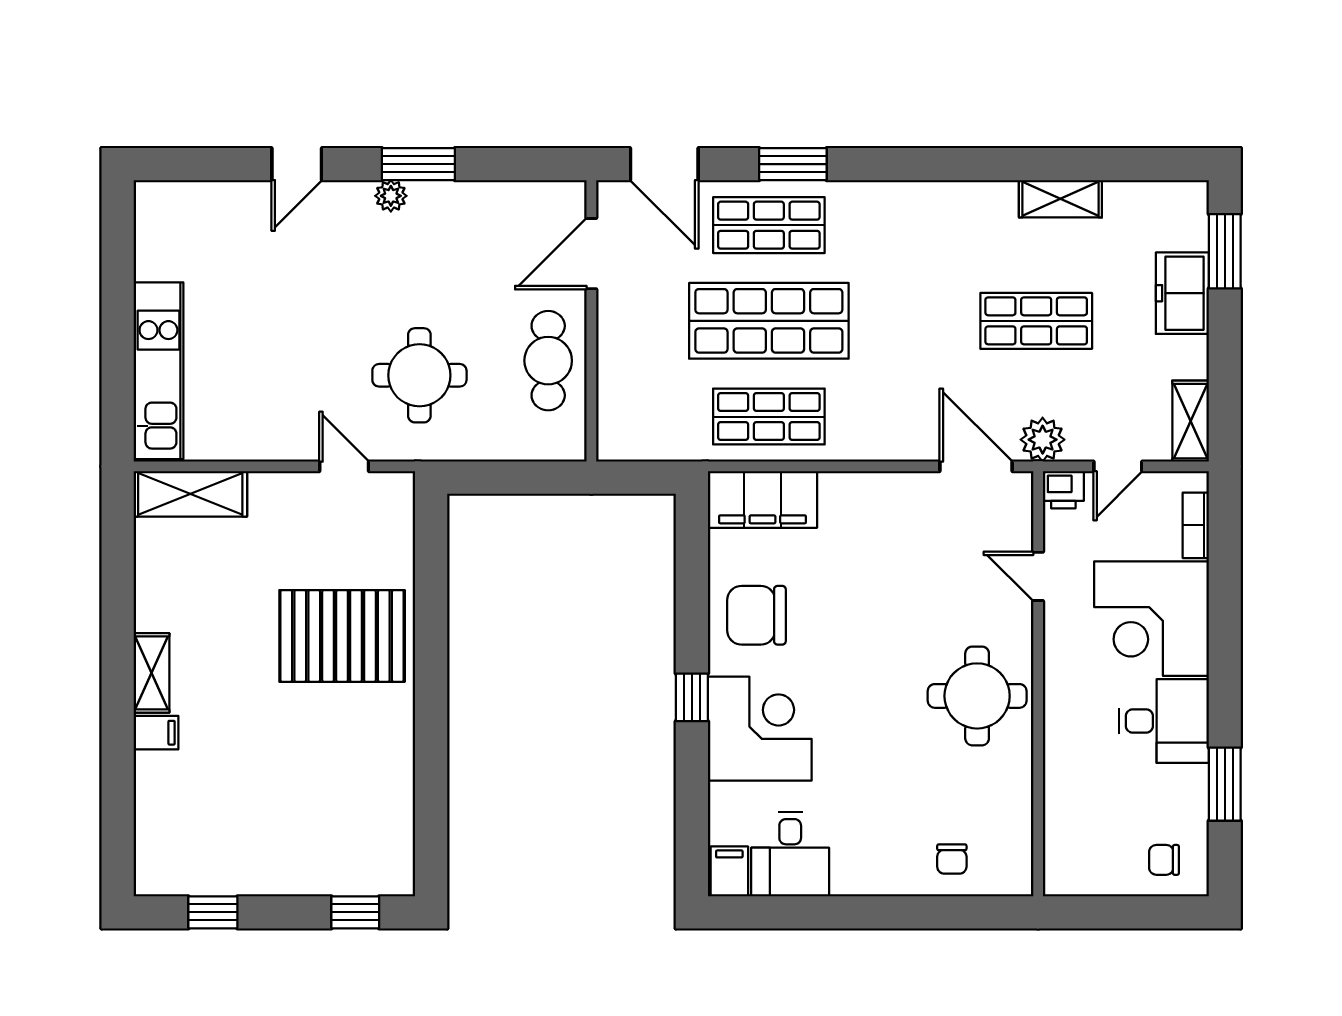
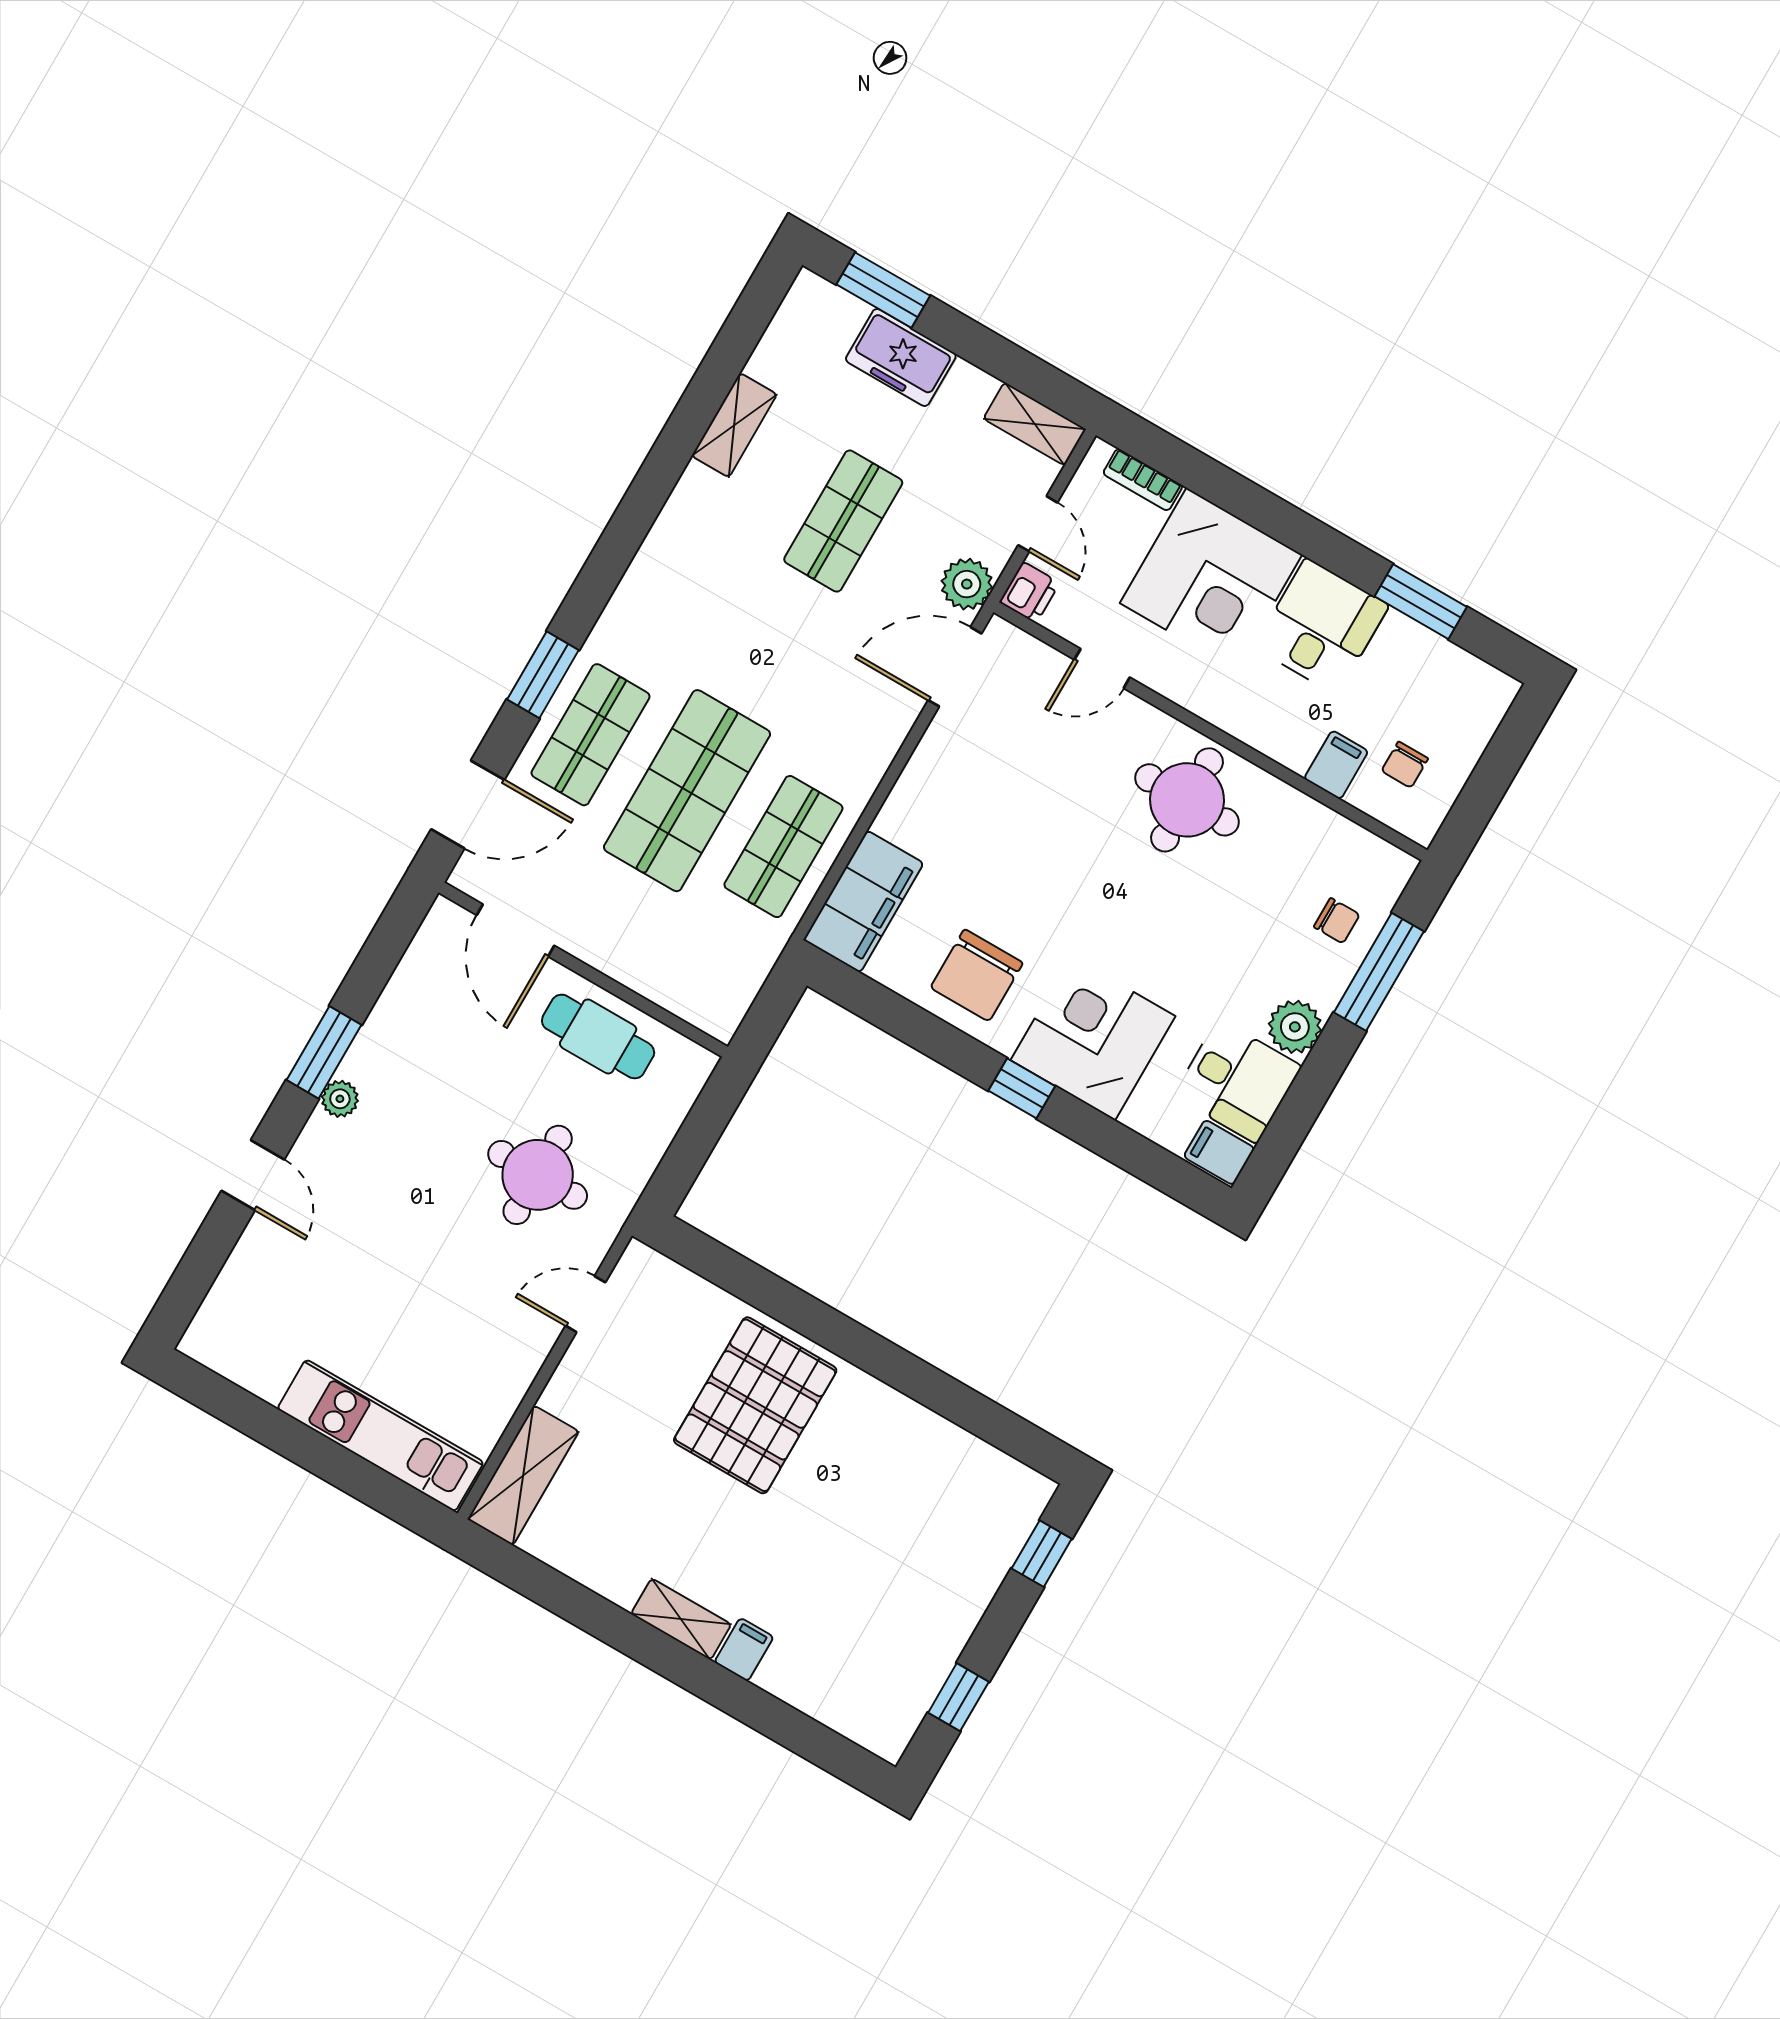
filing cabinet: (1067, 792) -> (1336, 765), added
chair: (1164, 860) -> (1405, 765), moved
plant: (855, 874) -> (1295, 1027), added
window: (932, 912) -> (1379, 972), added

